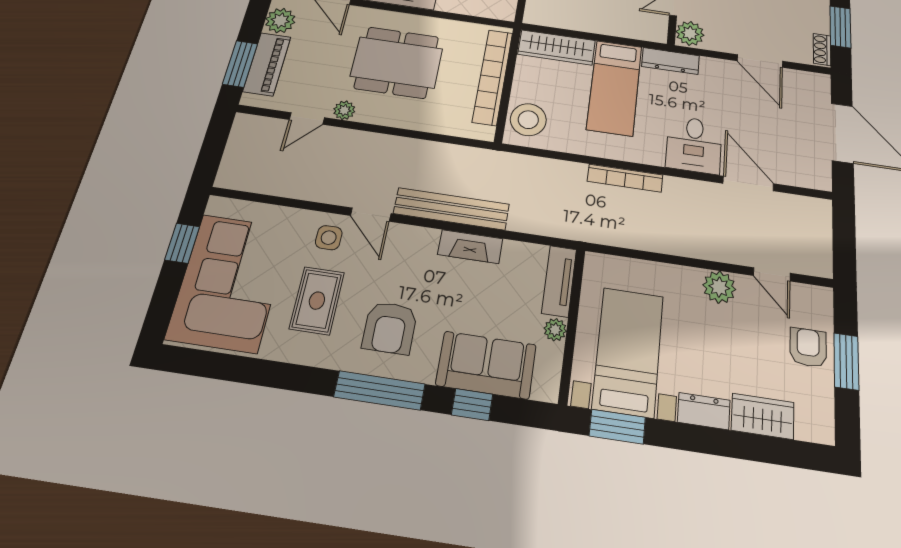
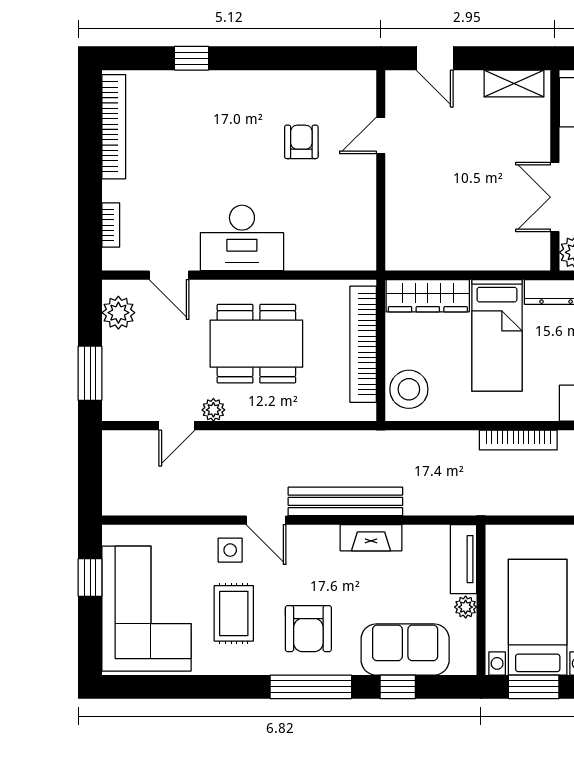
piano: (267, 64) -> (118, 369), removed

